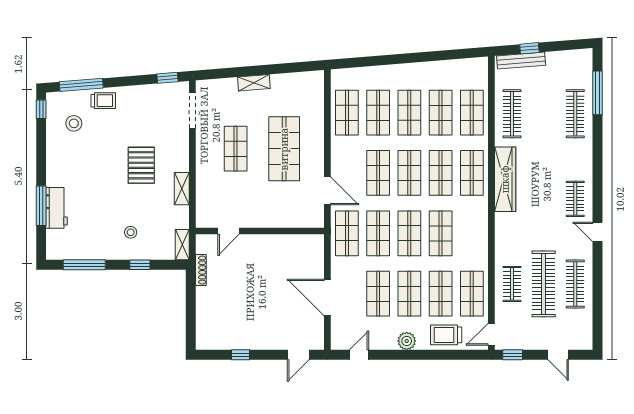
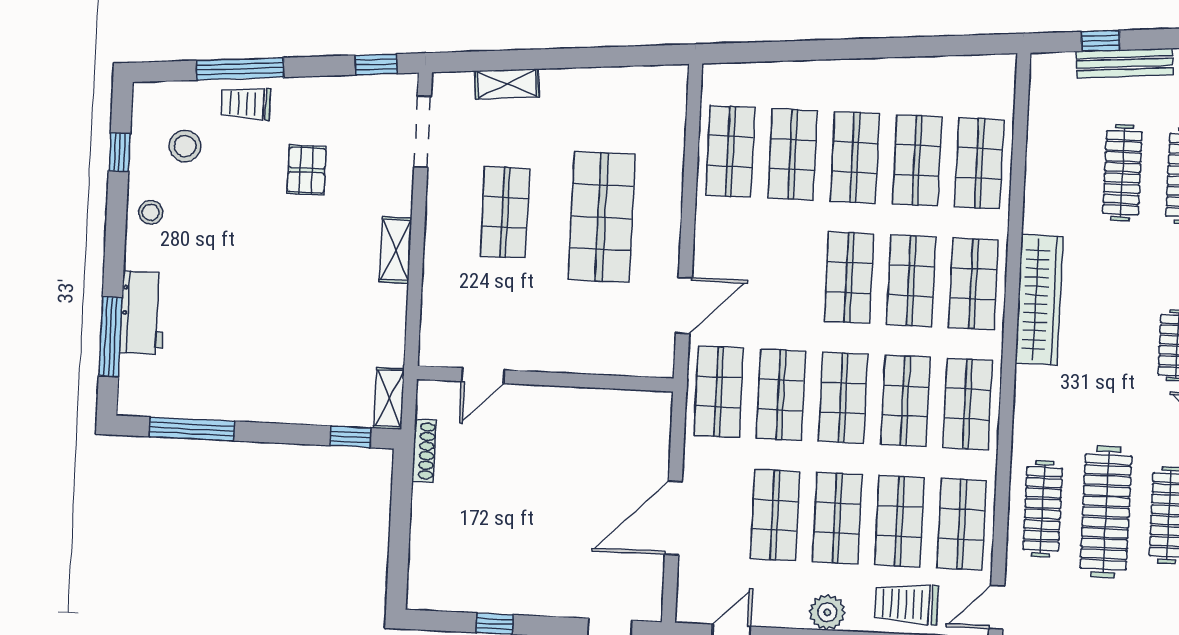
bench: (521, 61) -> (1125, 63), moved
shelving: (254, 83) -> (507, 84), moved
window: (81, 85) -> (240, 69), moved
trolley: (103, 101) -> (246, 104), turned 180
window: (41, 109) -> (119, 152), moved
clothes rail: (512, 114) -> (1122, 173), moved
pallet: (141, 165) -> (307, 170), moved, width x0.67, depth x0.71
shop shelf: (378, 173) -> (968, 404), moved
shelving: (182, 189) -> (396, 250), moved
door: (327, 191) -> (684, 305), hinge flipped
window: (41, 206) -> (110, 337), moved
stool: (131, 232) -> (151, 212), moved
window: (140, 265) -> (350, 437), moved
clothes rail: (512, 284) -> (1043, 509), width x1.36
door: (327, 298) -> (673, 518), hinge flipped

